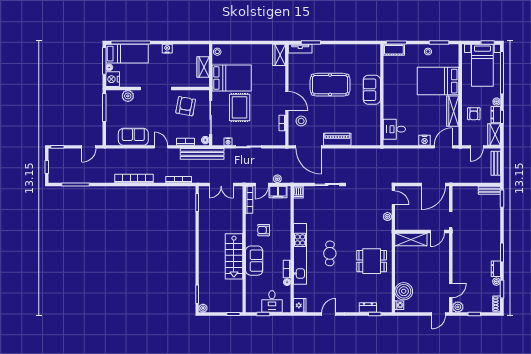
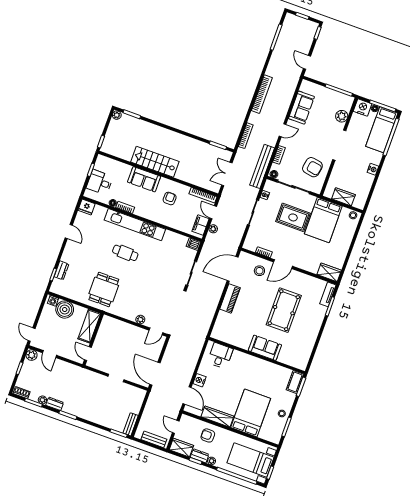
wall: (422, 231) -> (93, 339), moved
door: (437, 231) -> (88, 354), moved
shelving: (411, 239) -> (89, 326), moved

